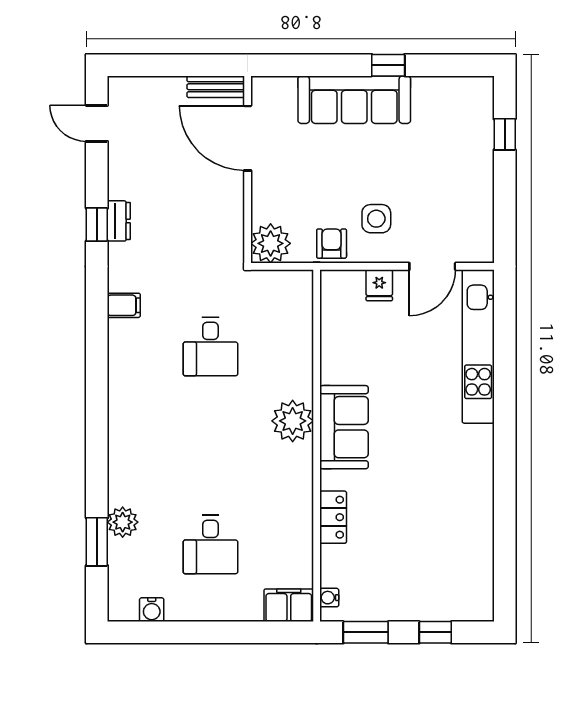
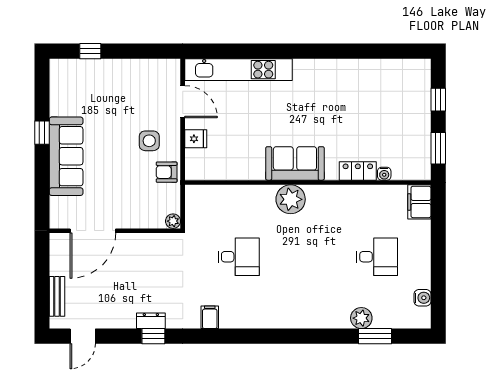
bench: (216, 87) -> (57, 296), moved
plant: (271, 243) -> (173, 221), width x0.53, depth x0.53
water cooler: (329, 598) -> (384, 174), moved

